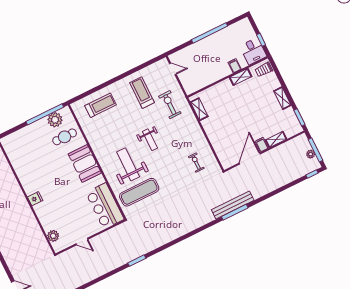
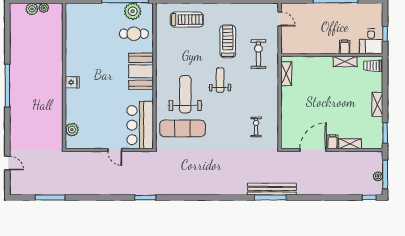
treadmill: (142, 93) -> (228, 41), moved
weight bench: (150, 140) -> (220, 80), turned 180
door: (82, 241) -> (115, 150), moved

